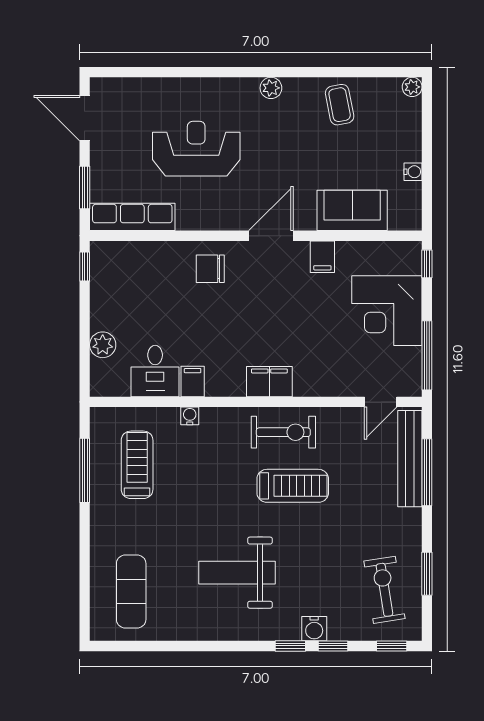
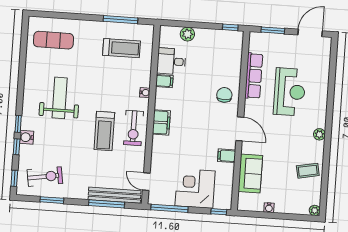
row of seats: (132, 217) -> (254, 76), moved
water cooler: (190, 416) -> (145, 93), moved

